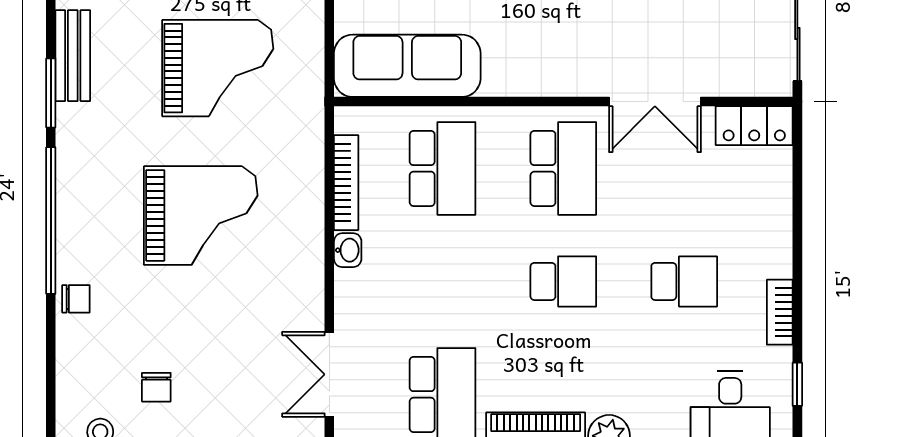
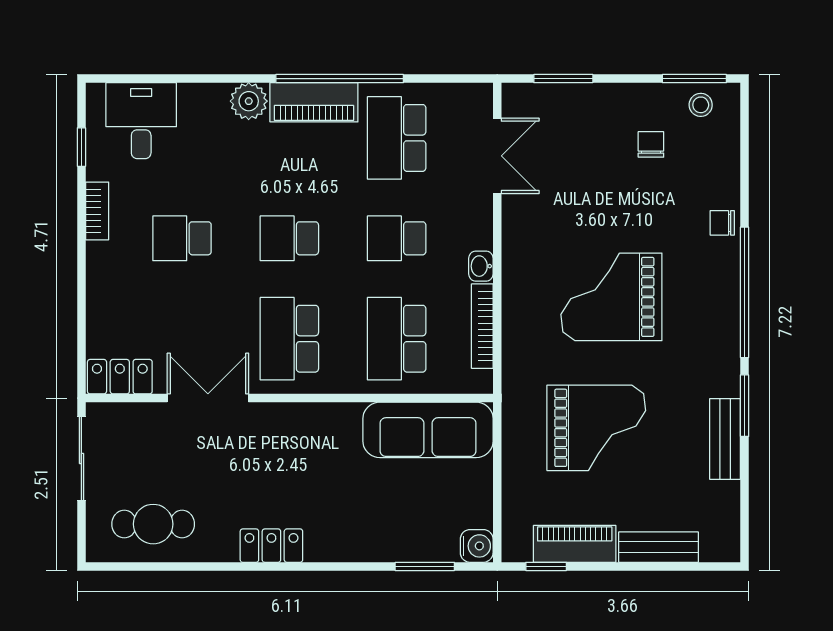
grand piano: (218, 68) -> (596, 428), turned 180
school desk: (443, 281) -> (397, 238), added

